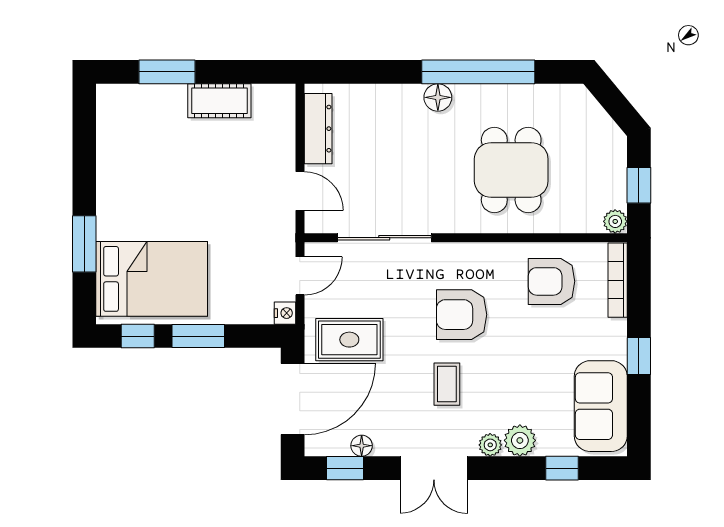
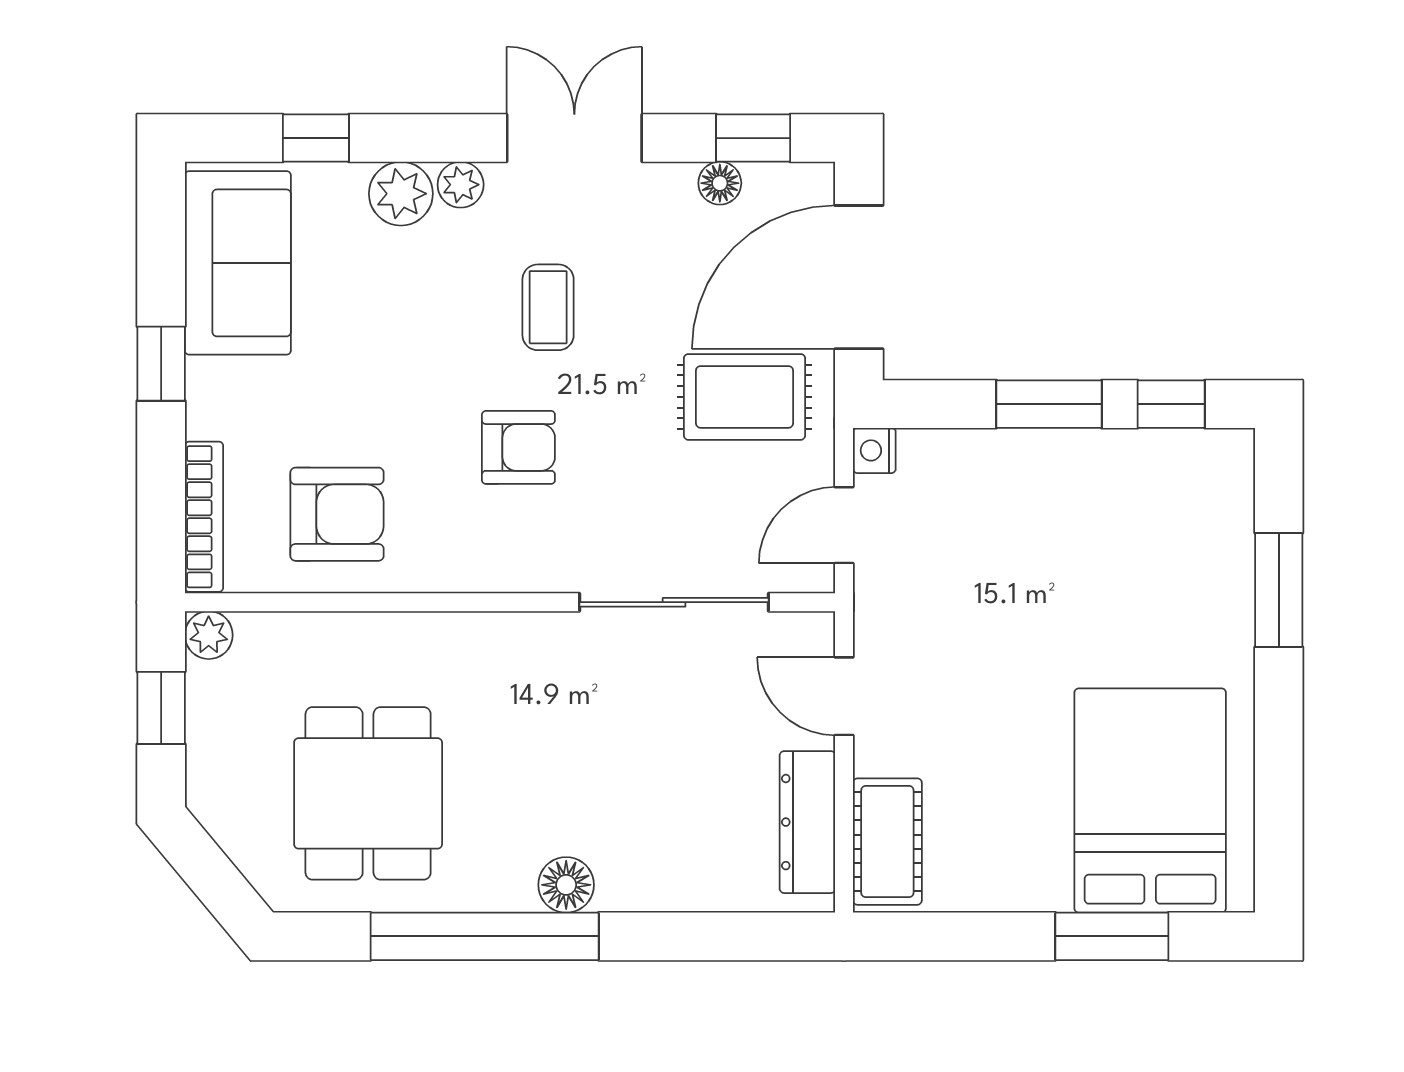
cot: (219, 101) -> (887, 842), moved, turned 90
dining table: (511, 170) -> (368, 793), moved
bed: (152, 279) -> (1150, 800), moved, turned 90
armchair: (462, 315) -> (518, 447), width x0.72, depth x0.72

